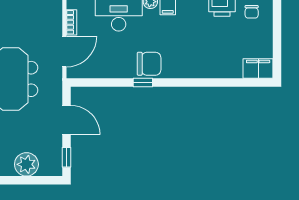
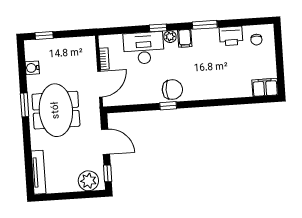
plant: (26, 164) -> (88, 181), moved

